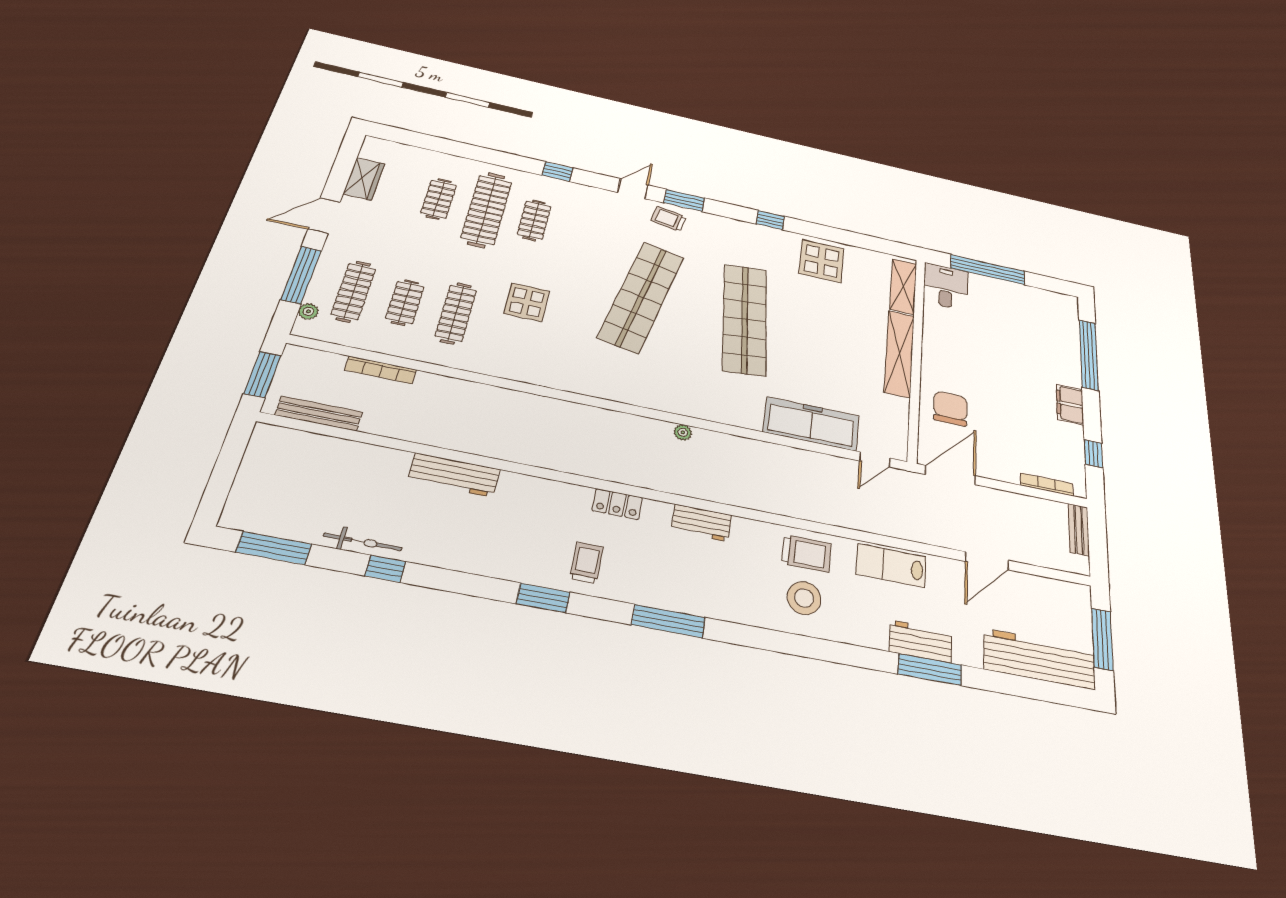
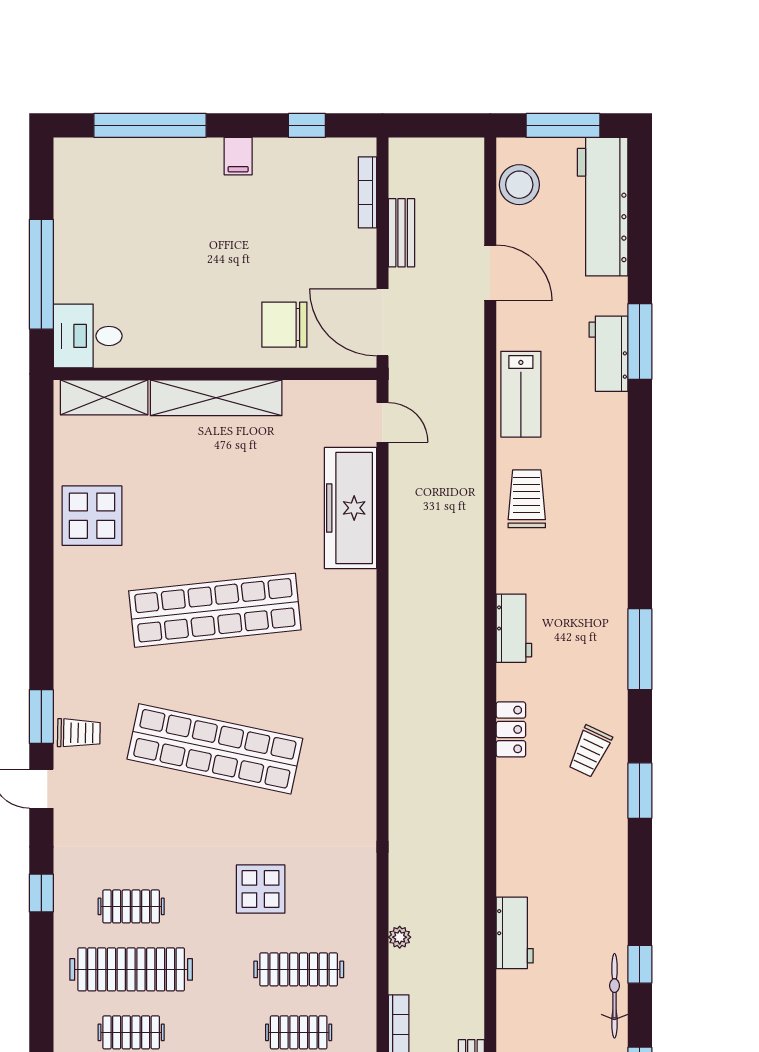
trolley: (669, 219) -> (79, 733), turned -100
window: (770, 220) -> (41, 594), removed
filing cabinet: (1070, 404) -> (238, 156), width x0.50
plant: (683, 432) -> (400, 937), moved
workbench: (454, 475) -> (515, 933), width x0.73
bench: (1079, 530) -> (402, 233), moved, turned 90
trolley: (587, 563) -> (590, 751), turned -65
stool: (804, 598) -> (519, 185), moved

